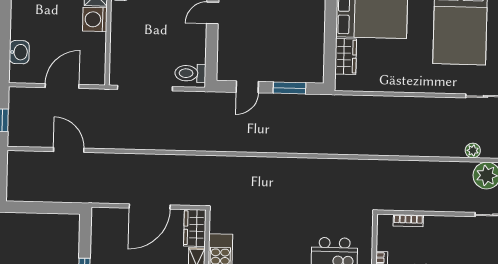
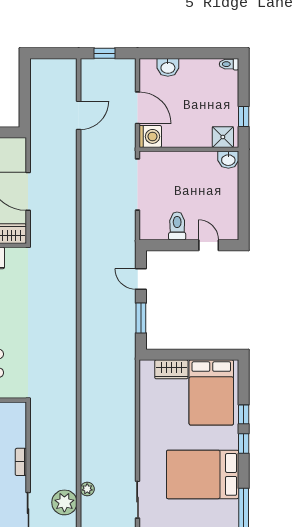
washing machine: (95, 19) -> (150, 136), moved, turned 90
toilet: (190, 73) -> (177, 226), moved
bookcase: (408, 221) -> (21, 462), moved

